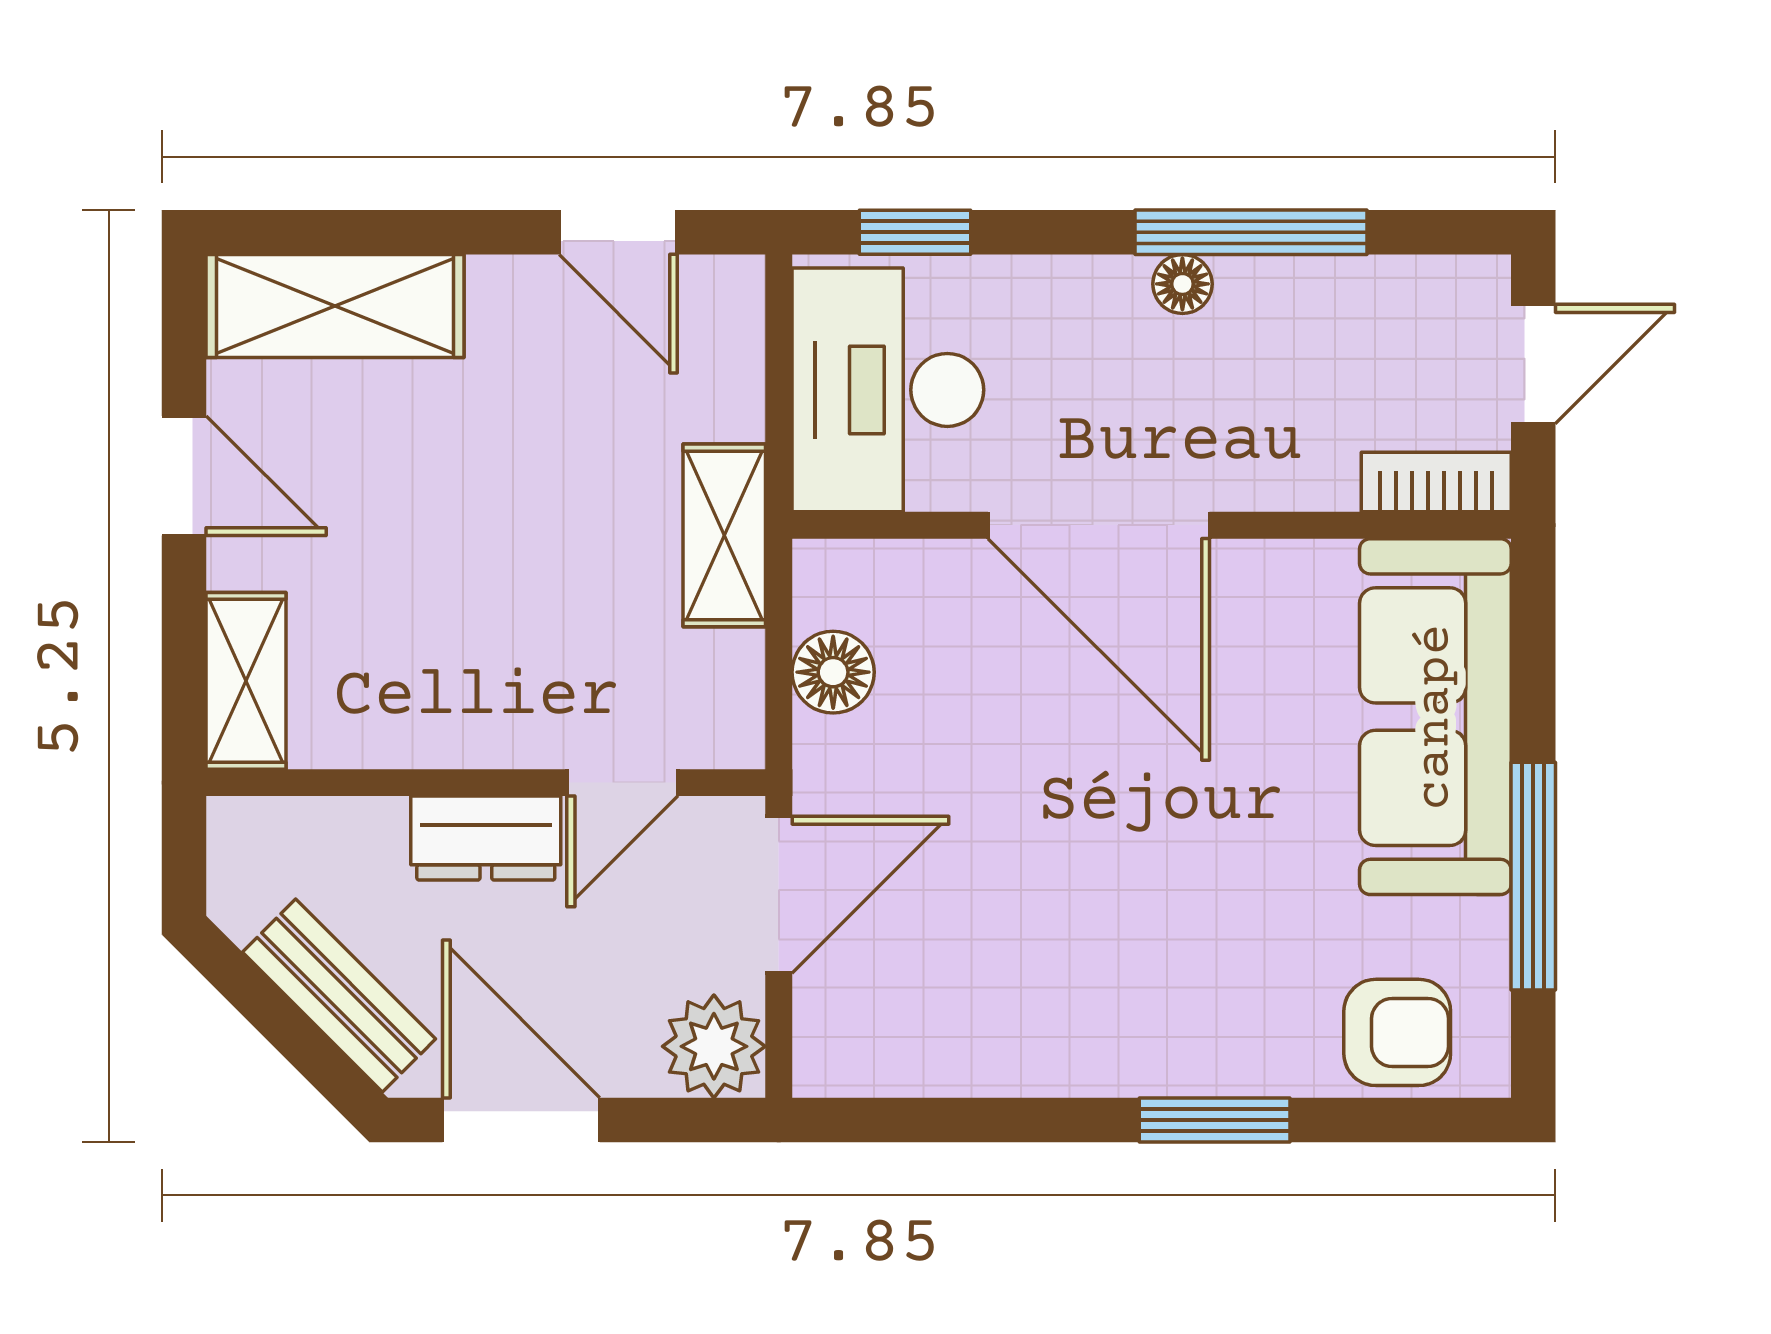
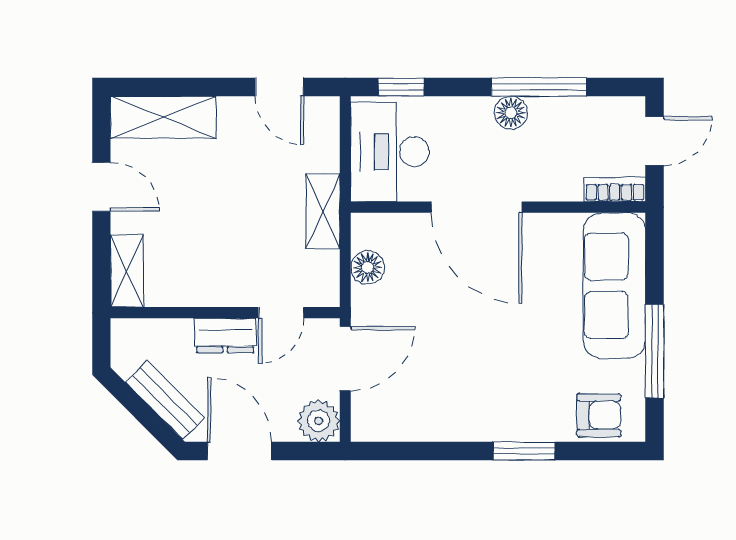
floor lamp: (1182, 284) -> (511, 113), width x1.37, depth x1.37

